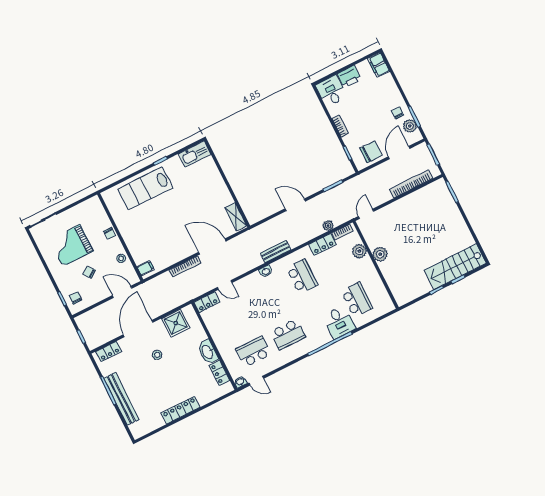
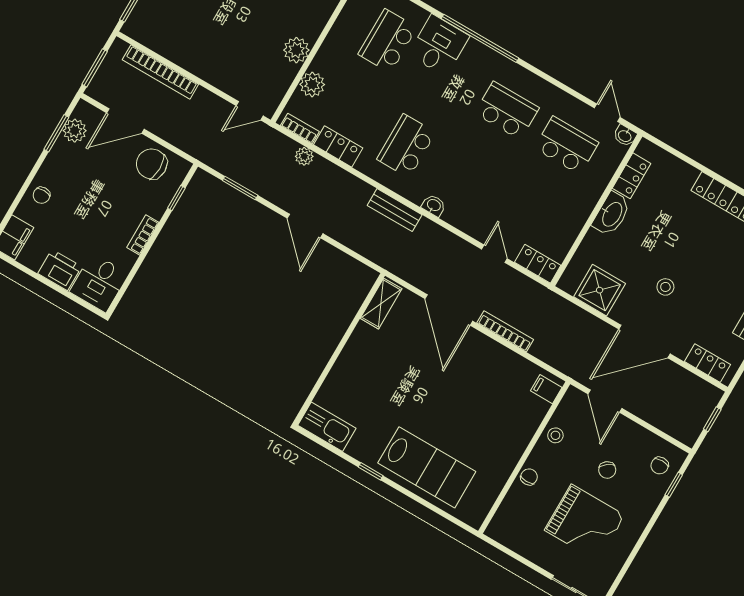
chair: (398, 113) -> (41, 195), moved
school desk: (253, 352) -> (566, 145), turned 180

